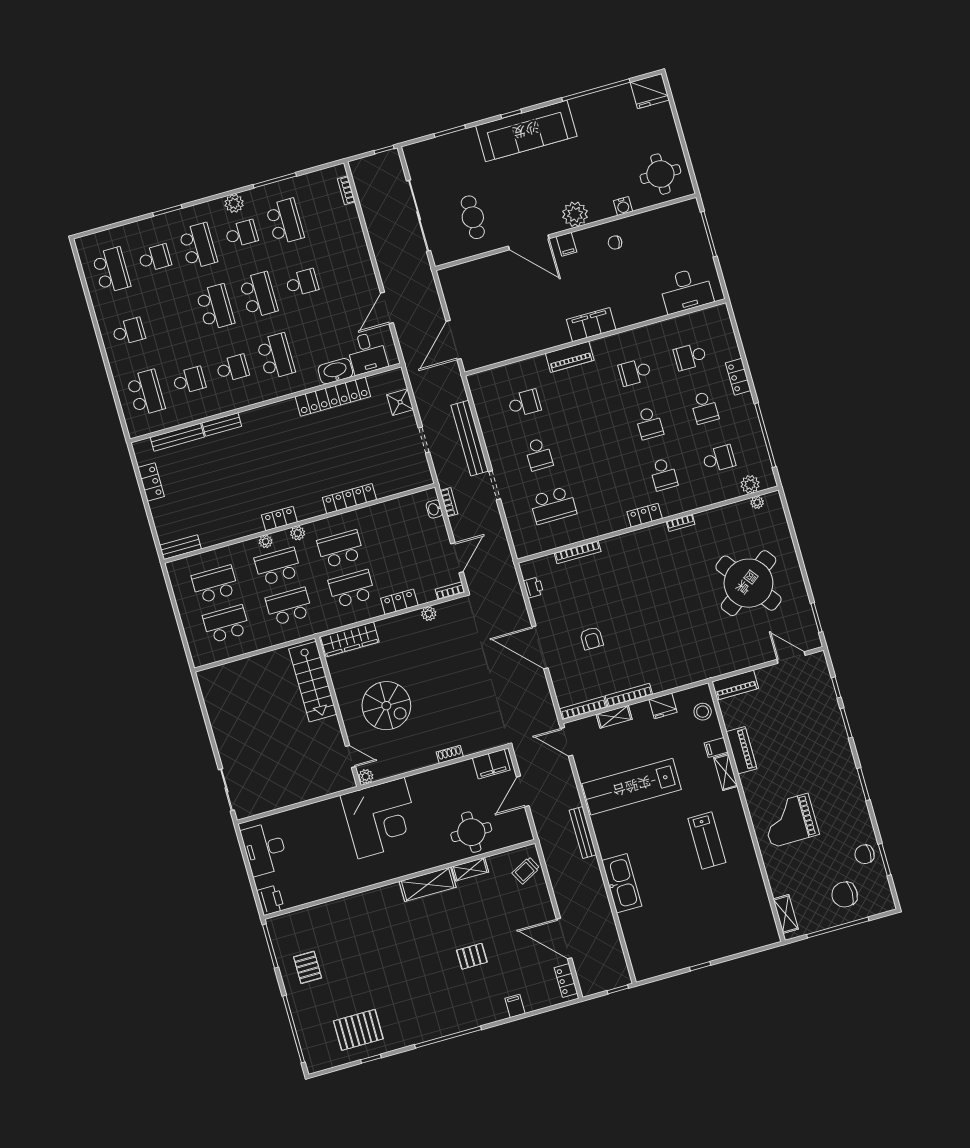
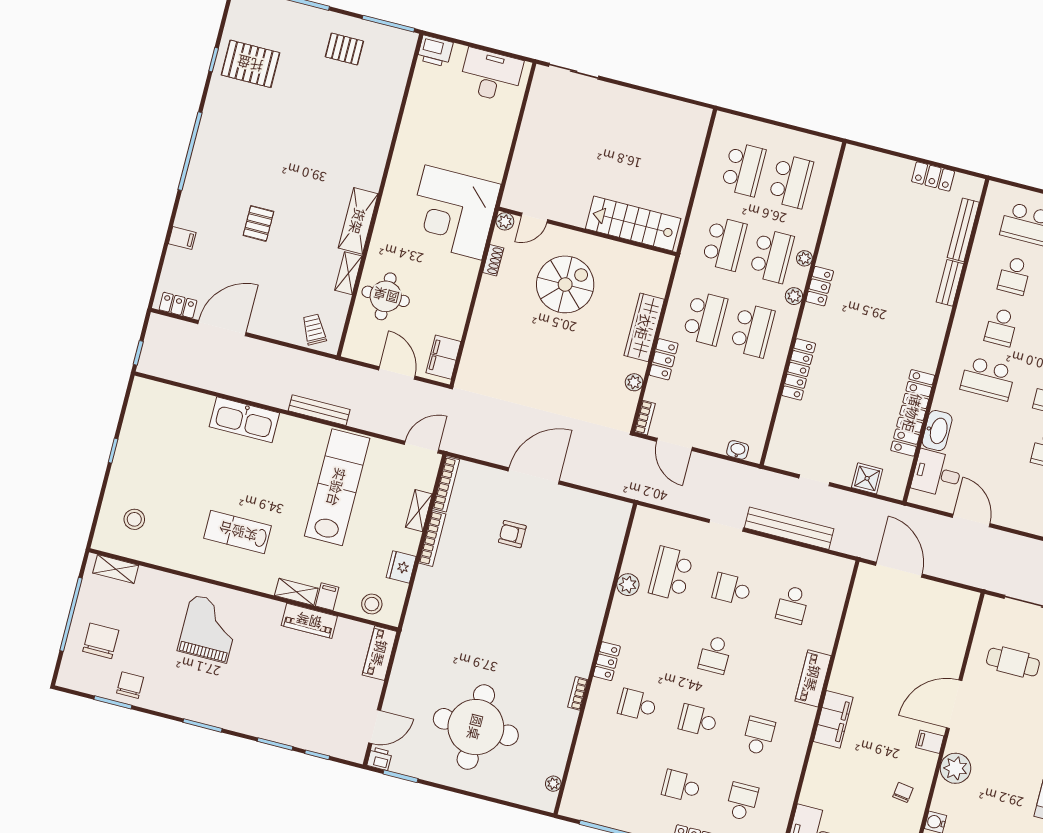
school desk: (719, 459) -> (715, 655), moved
plant: (750, 484) -> (628, 585), moved
bookcase: (449, 502) -> (736, 469), removed
bench: (180, 547) -> (849, 168), removed
bookcase: (578, 552) -> (609, 571), removed
round table: (748, 583) -> (476, 727), turned 37
printer: (533, 587) -> (380, 759), moved, turned 180
wardrobe: (350, 639) -> (644, 327), moved
spiral stairs: (386, 706) -> (565, 284), turned 180
shoe rack: (450, 754) -> (493, 260), moved
stool: (741, 922) -> (134, 519), added
pallet: (358, 1030) -> (250, 64), turned 90

